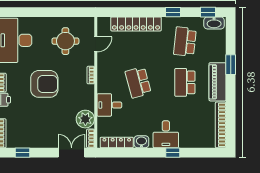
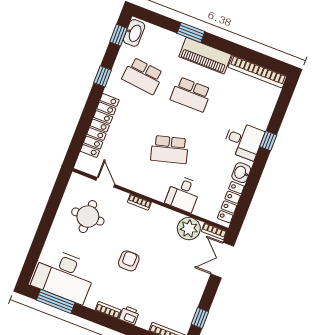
armchair: (44, 84) -> (129, 261), width x0.53, depth x0.53

